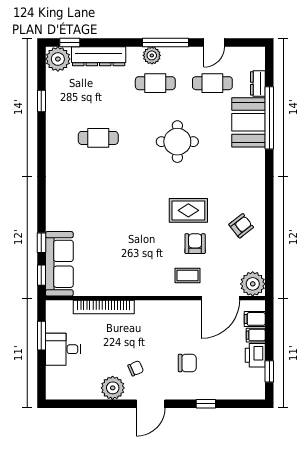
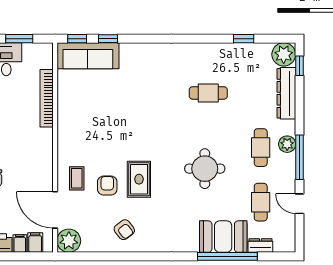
cafe table: (98, 138) -> (208, 93), turned 90
armchair: (195, 244) -> (107, 186), turned -90

